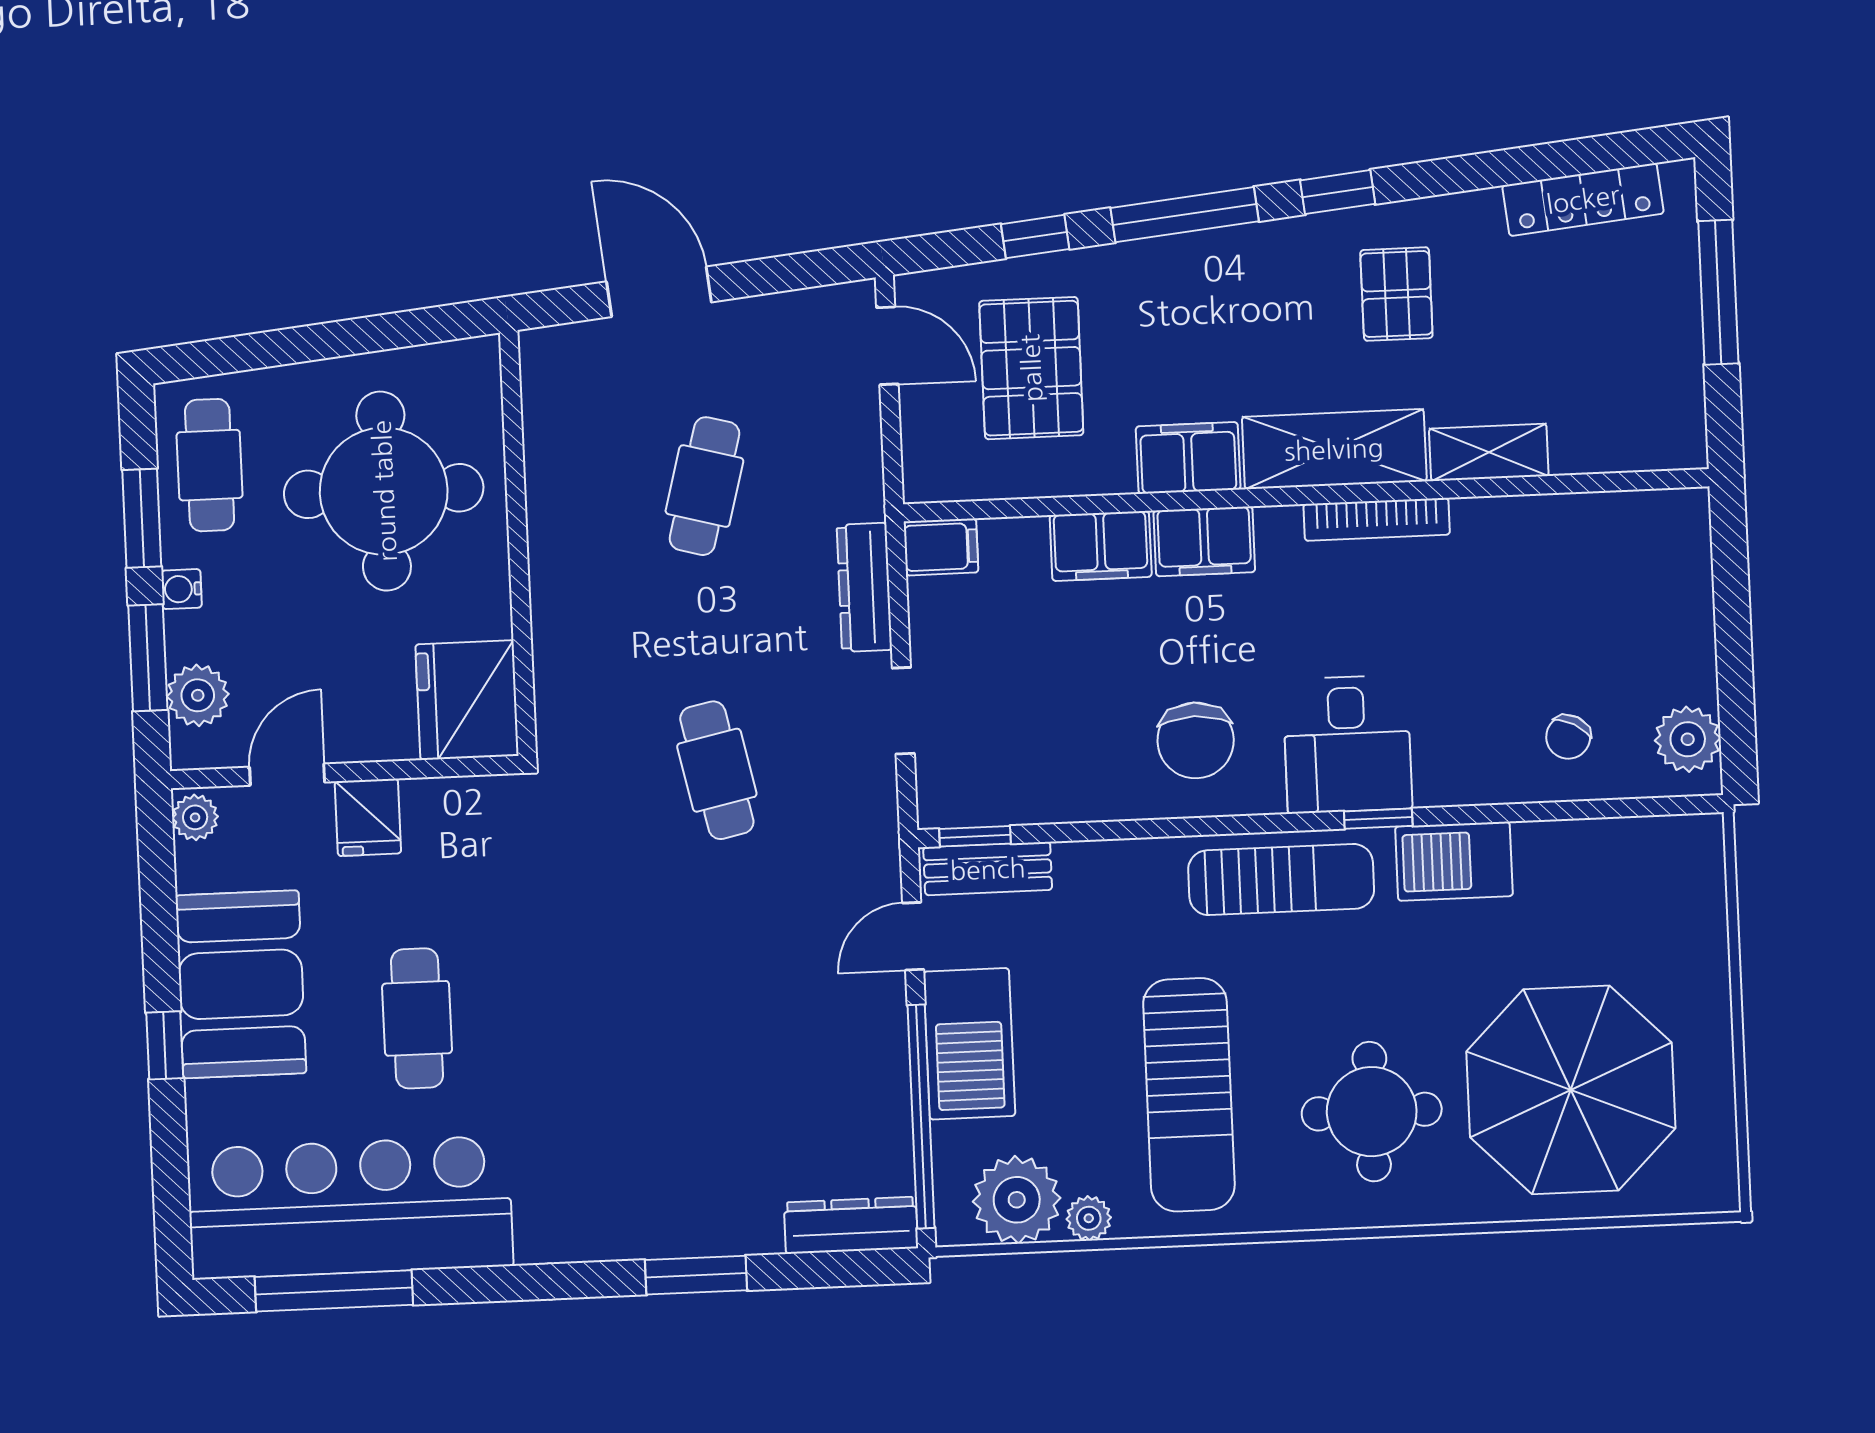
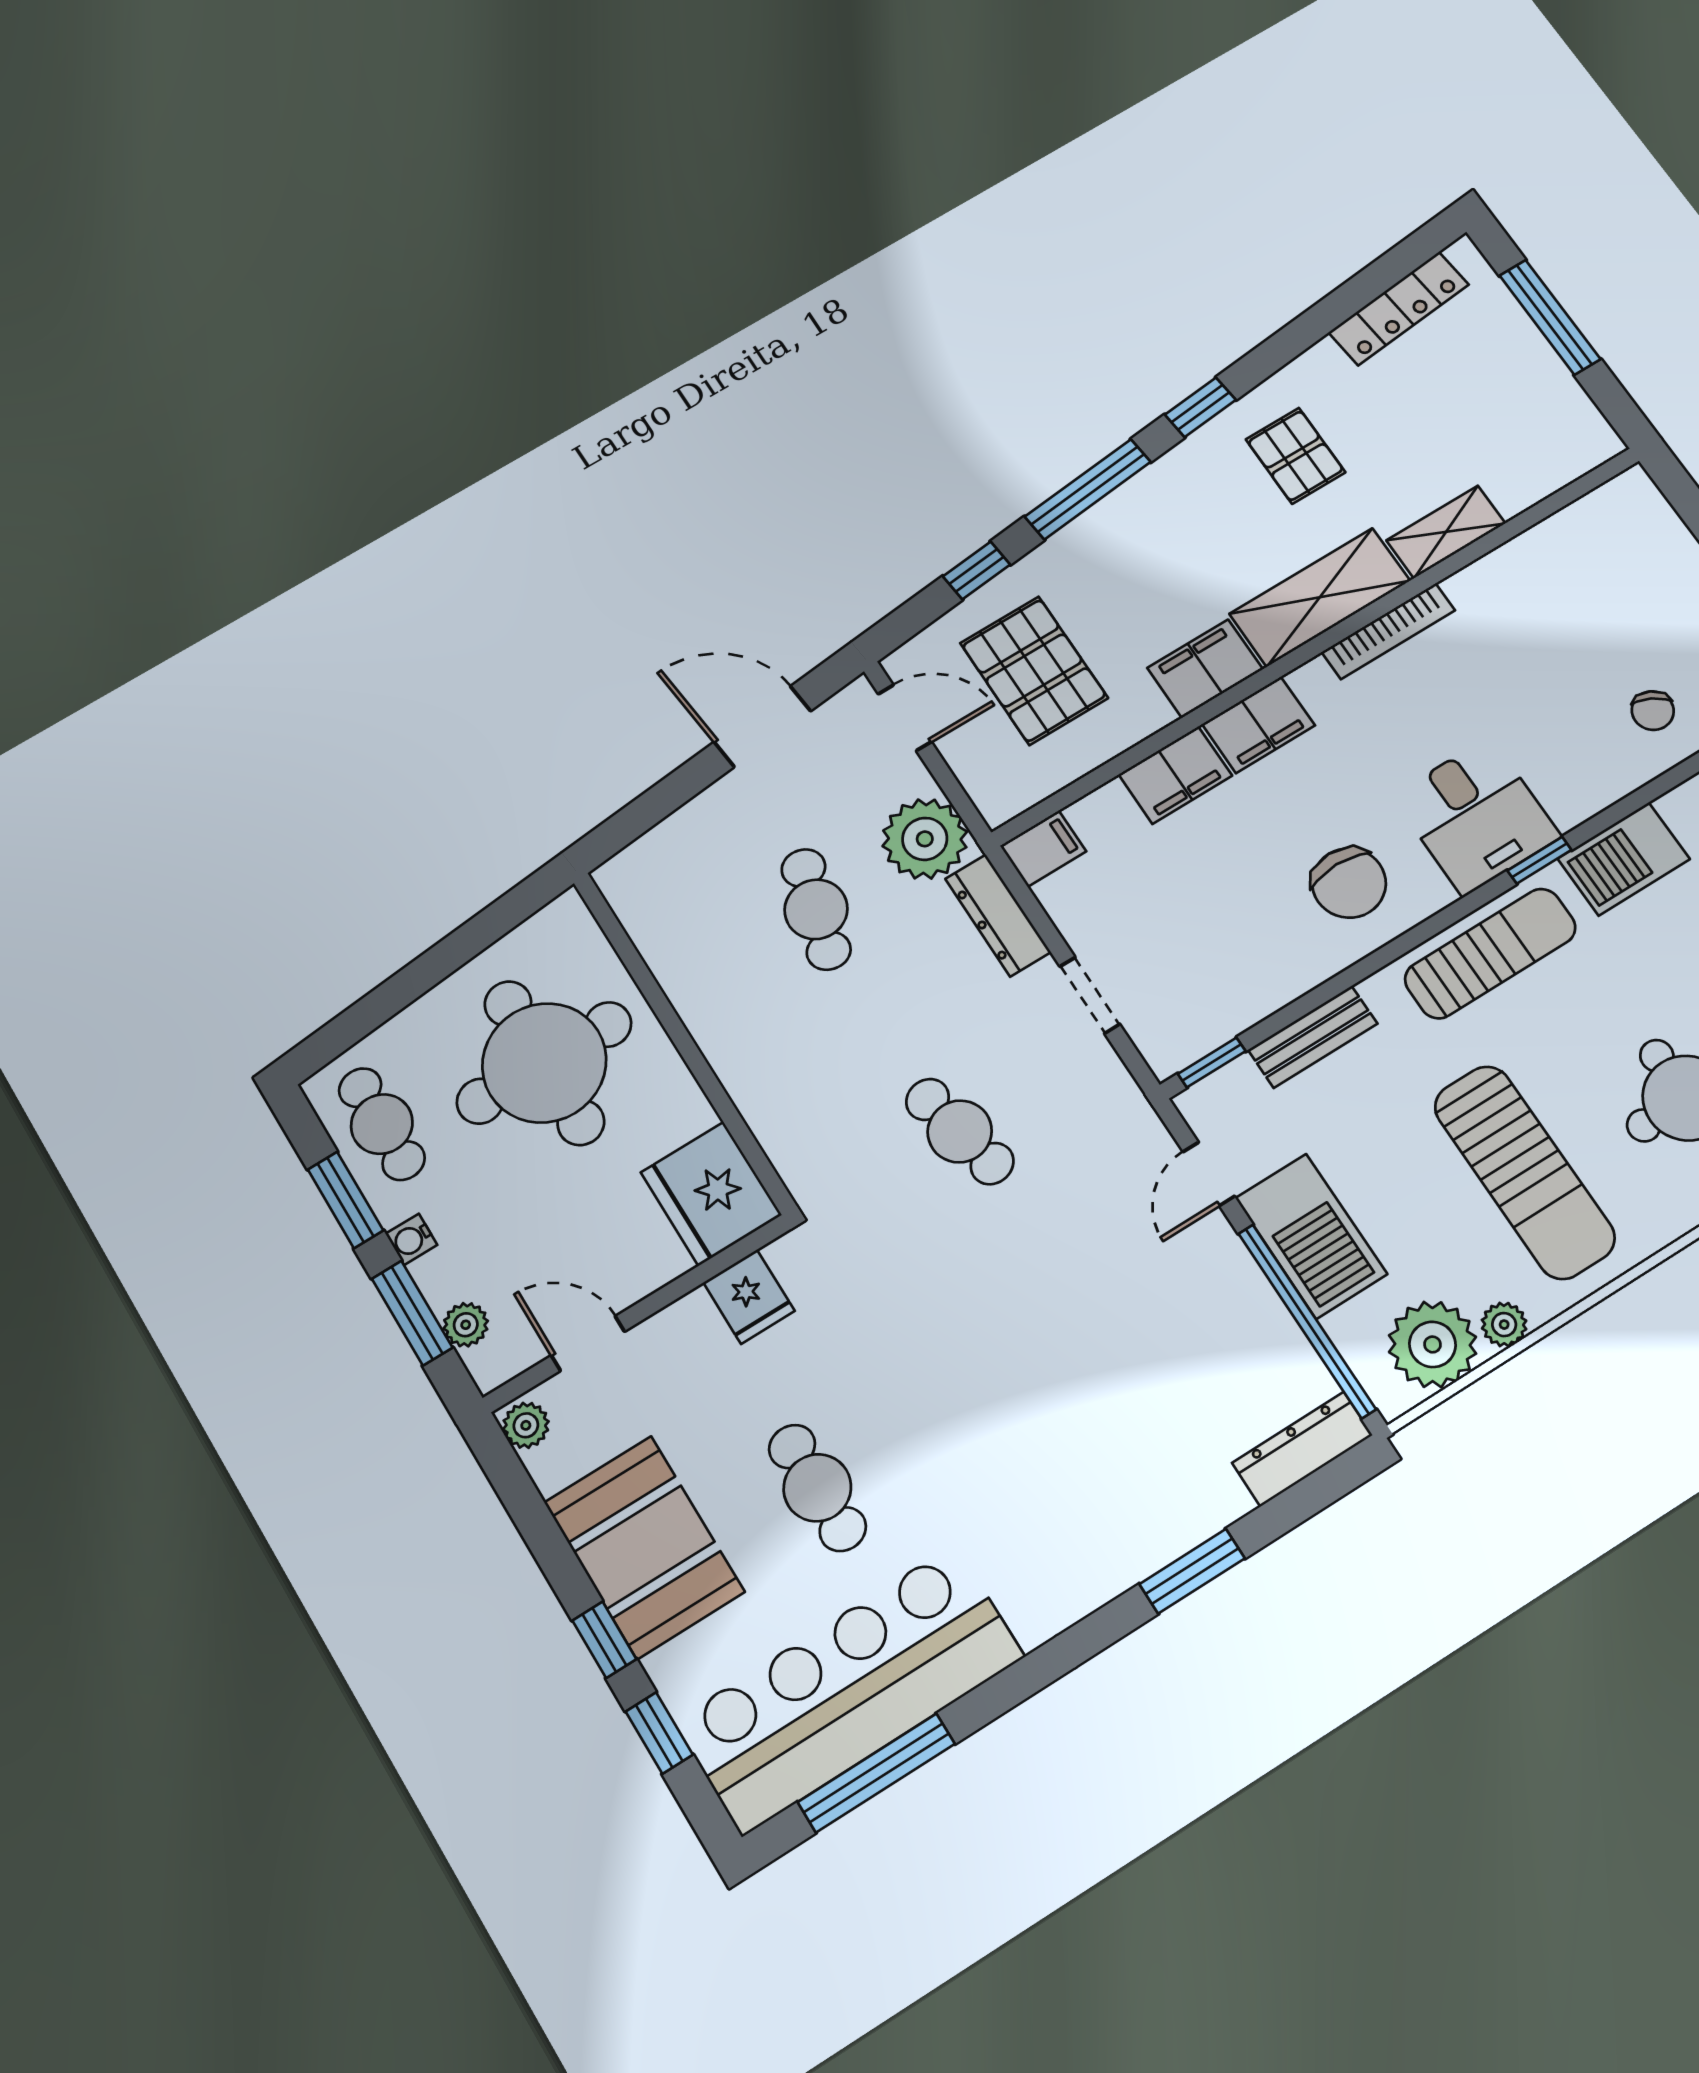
door: (659, 292) -> (762, 726), moved
plant: (840, 475) -> (925, 839), added
plant: (198, 695) -> (466, 1325), width x0.73, depth x0.73
door: (287, 775) -> (588, 1343), hinge flipped
fridge: (368, 817) -> (749, 1297), moved
bench: (988, 869) -> (1313, 1037), moved
window: (169, 1152) -> (659, 1733), added

